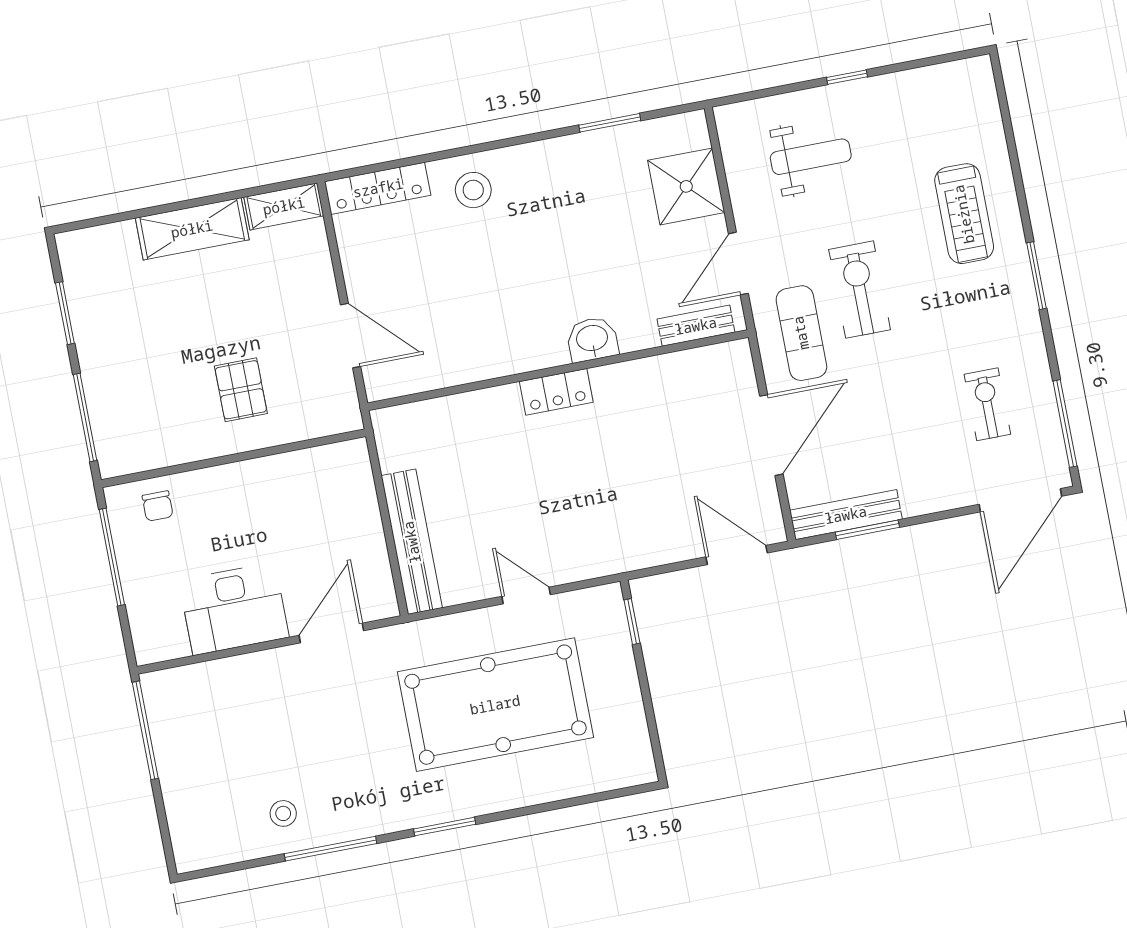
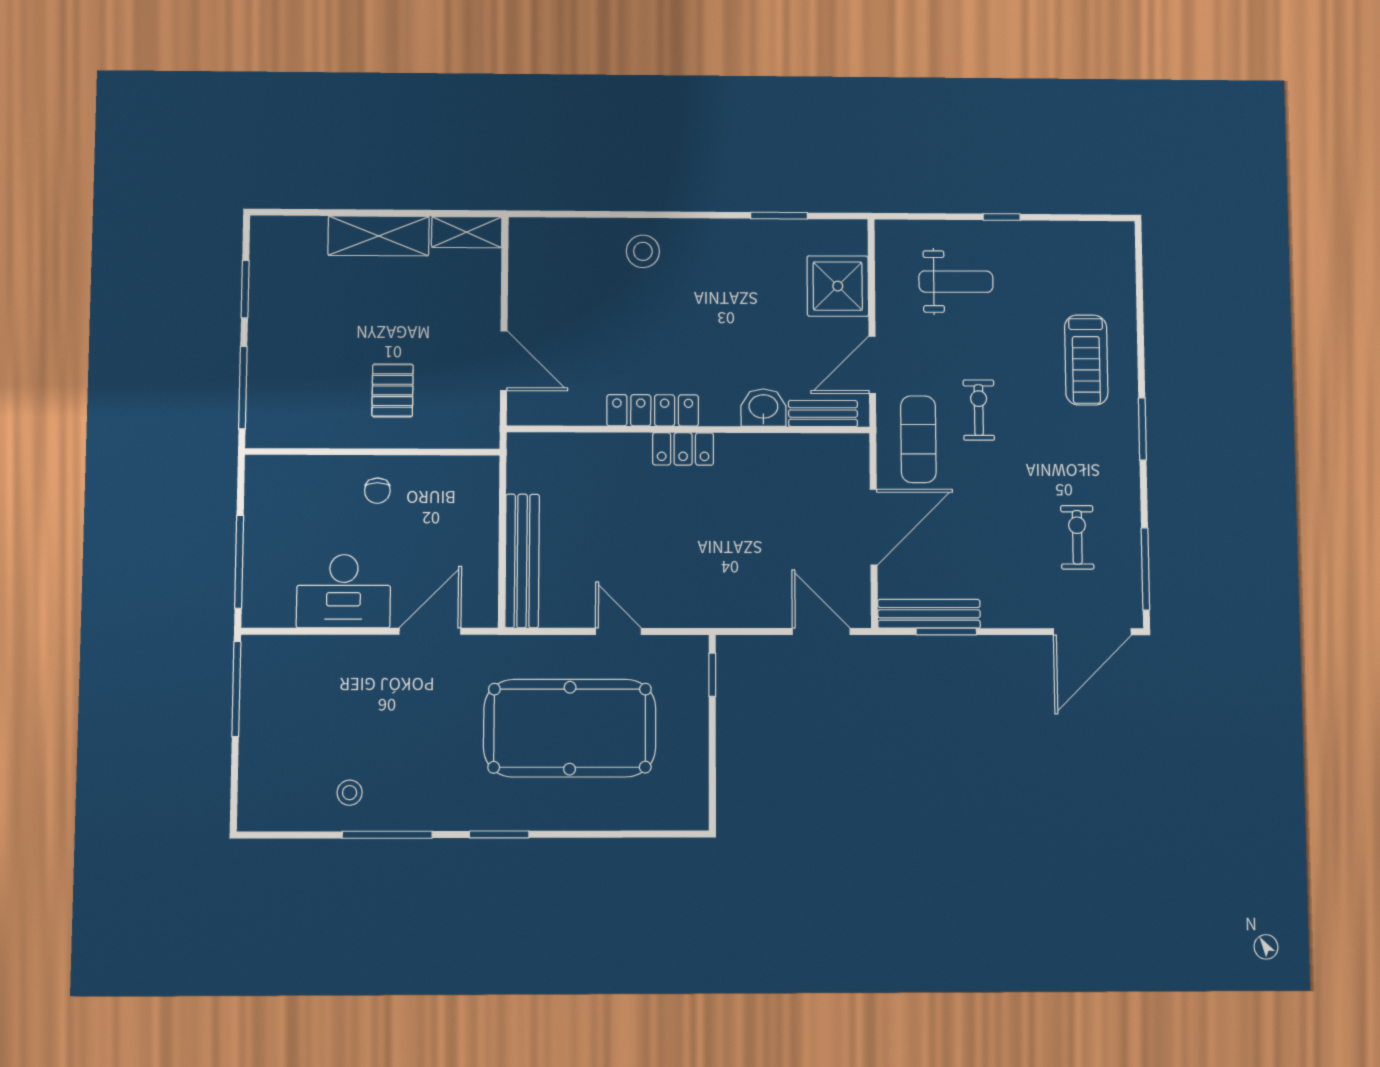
locker: (378, 188) -> (653, 410), moved, turned 180
exercise bike: (860, 290) -> (979, 410), width x0.73, depth x0.72
washbasin: (592, 339) -> (763, 408), moved
chair: (158, 506) -> (377, 491), moved
window: (112, 557) -> (239, 562), moved

